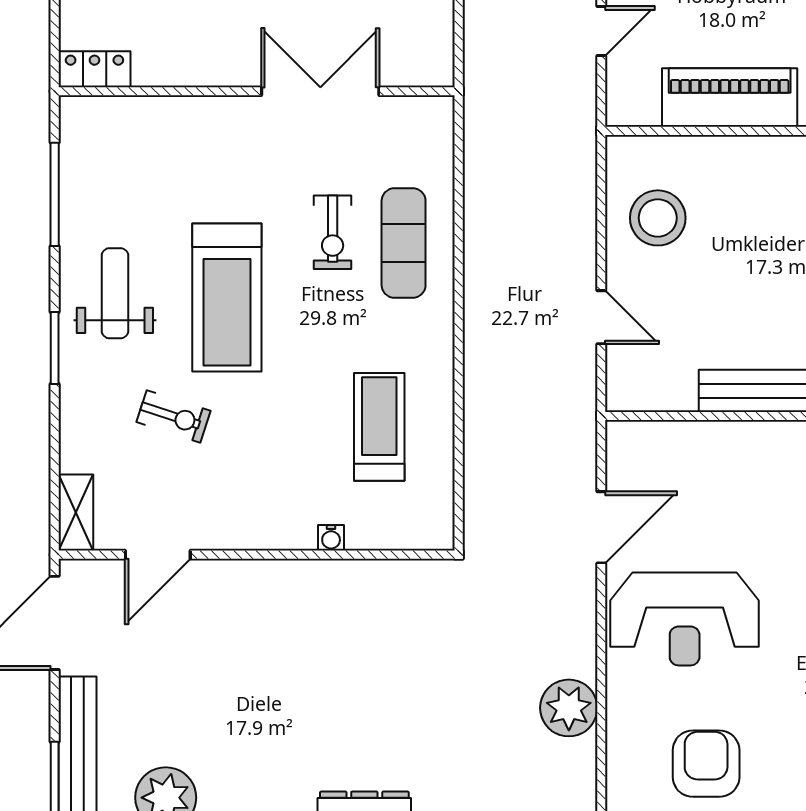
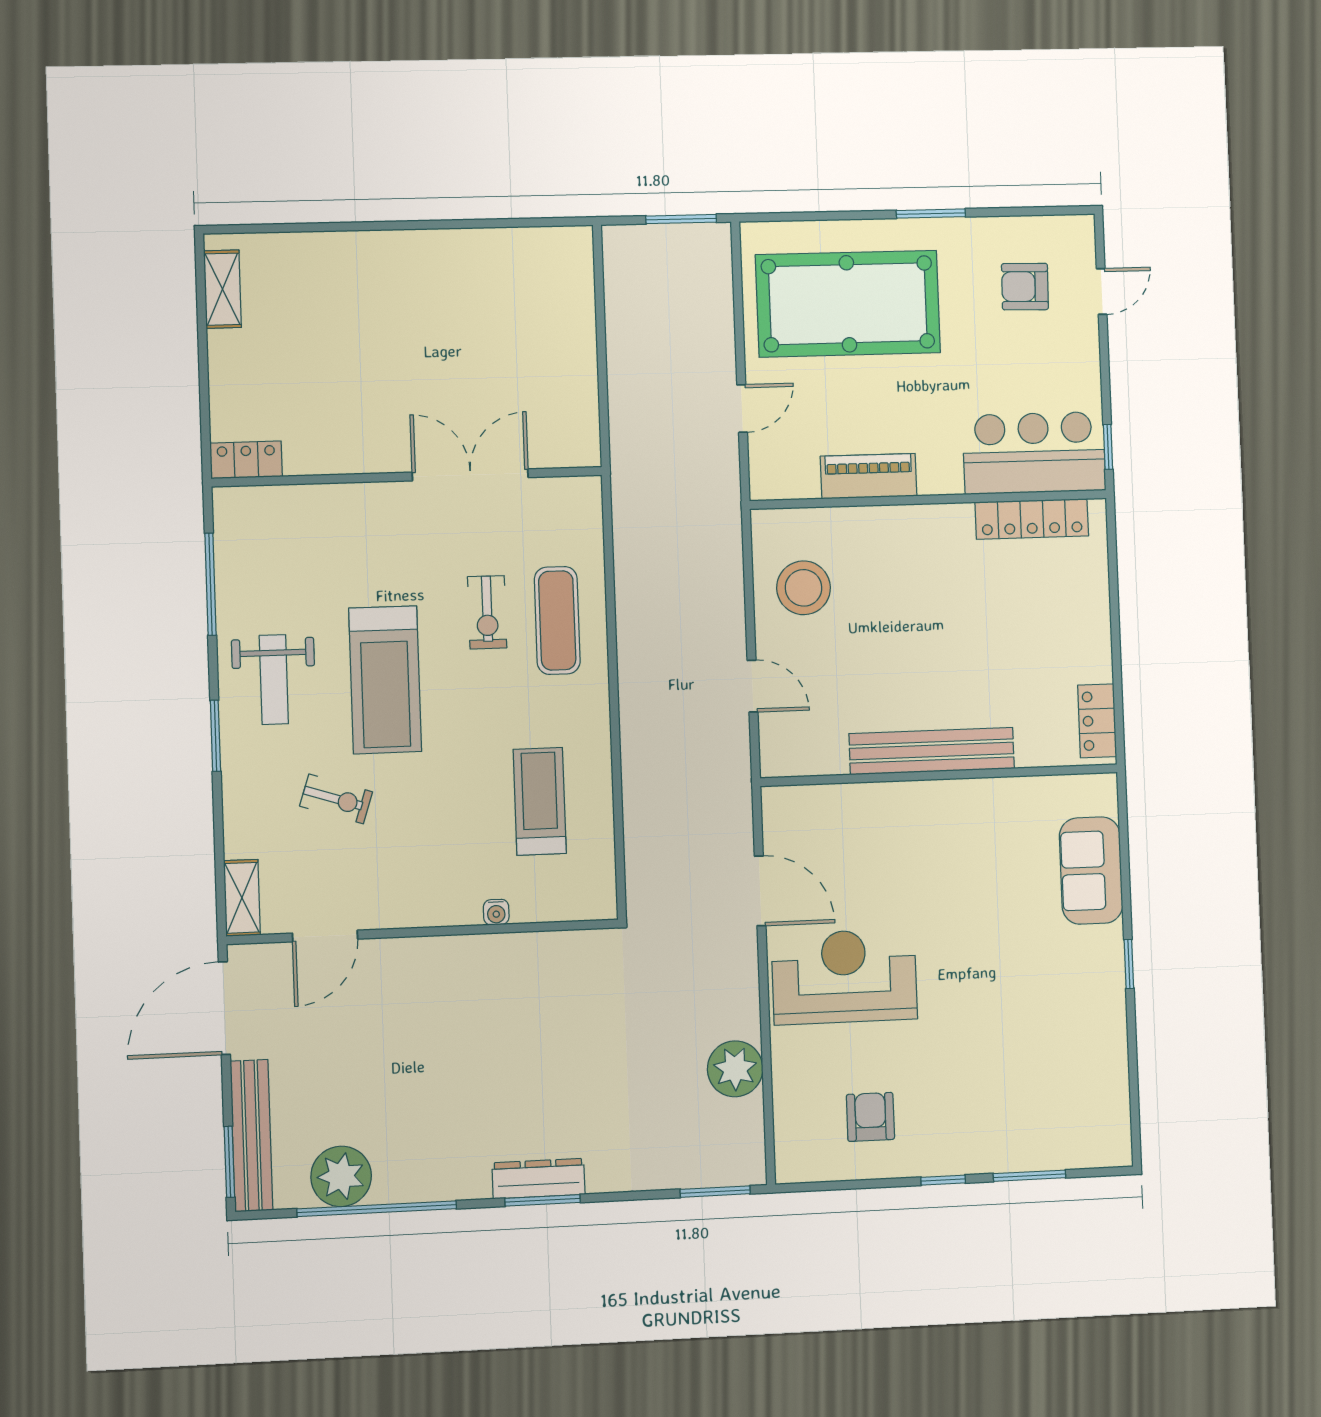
piano: (730, 98) -> (869, 476), width x0.73, depth x0.75
weight bench: (115, 293) -> (274, 680), turned 180
door: (601, 527) -> (760, 891), hinge flipped
reception desk: (685, 619) -> (844, 977), turned 180
armchair: (706, 764) -> (870, 1117), width x0.72, depth x0.72

